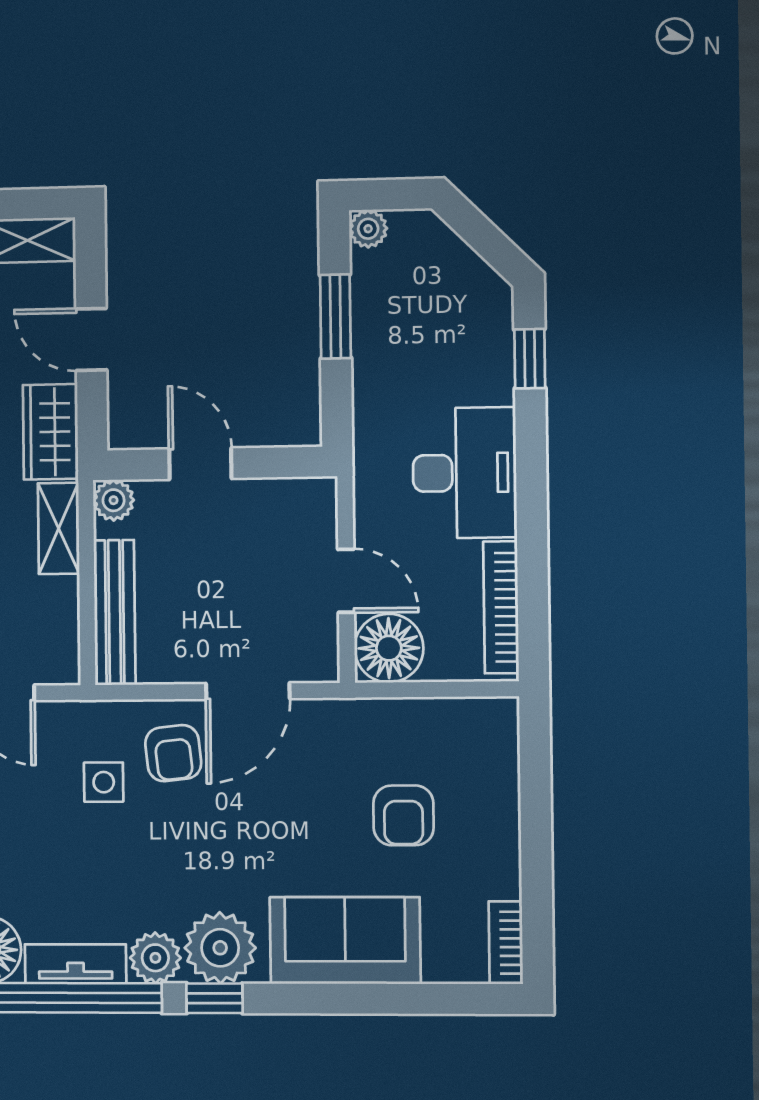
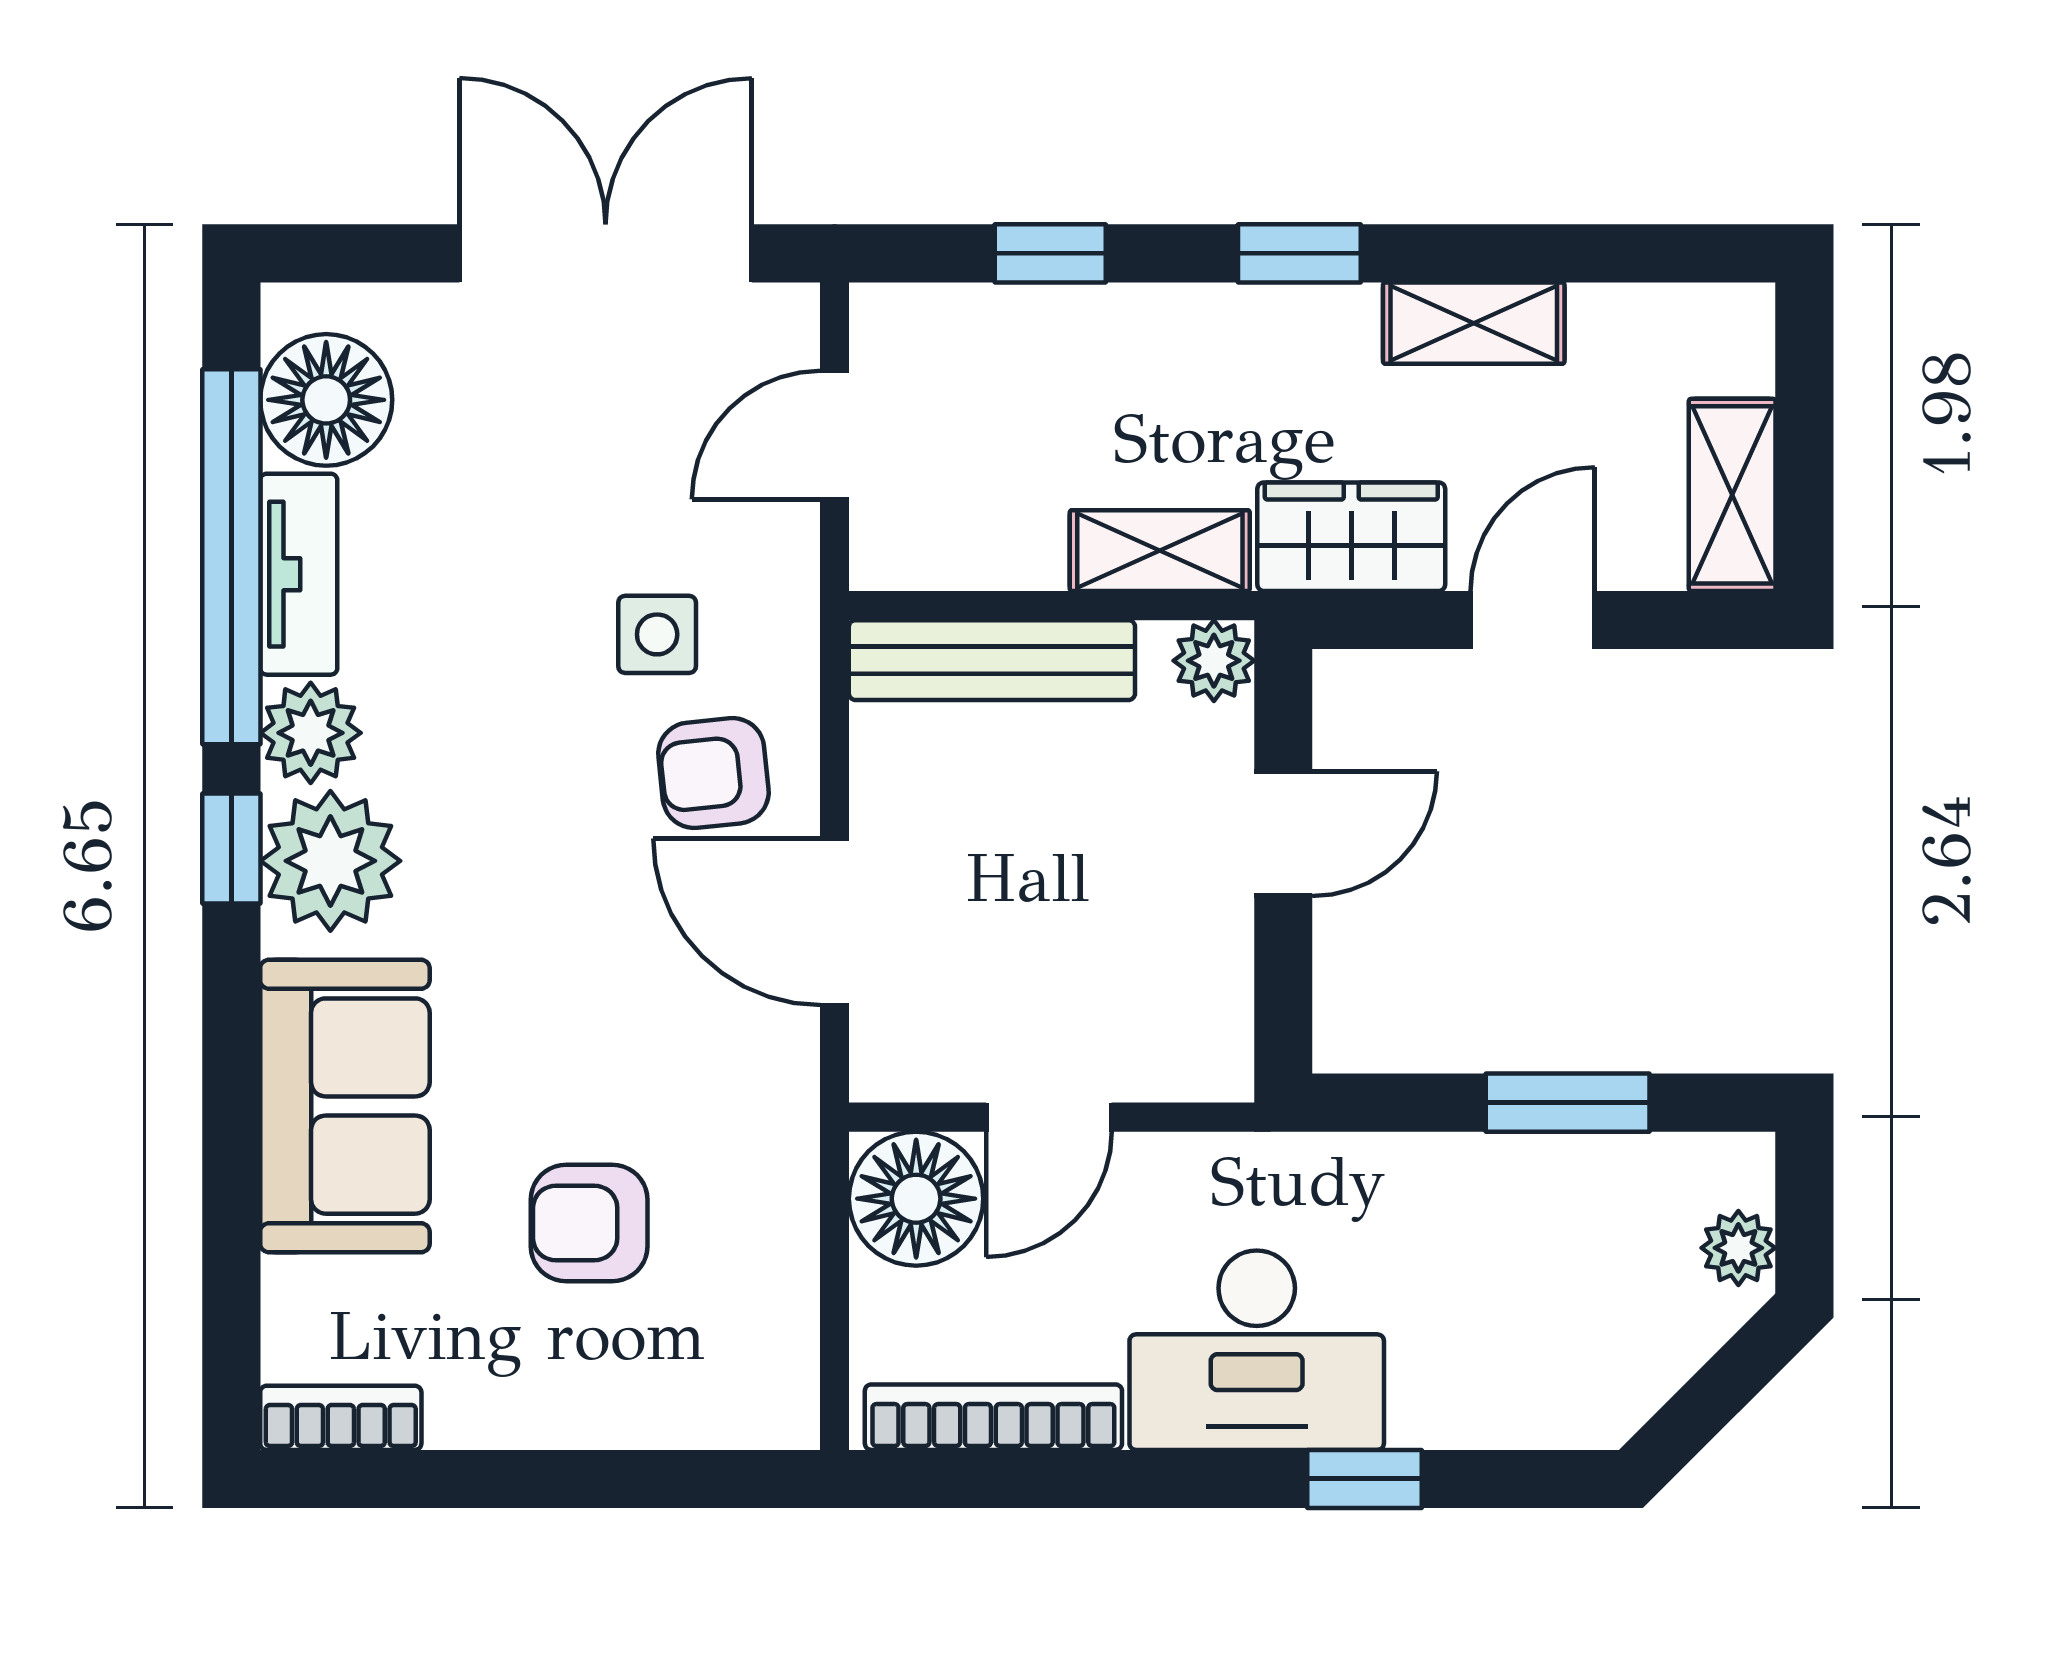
plant: (368, 229) -> (1738, 1248), moved
window: (530, 359) -> (1364, 1479), moved

